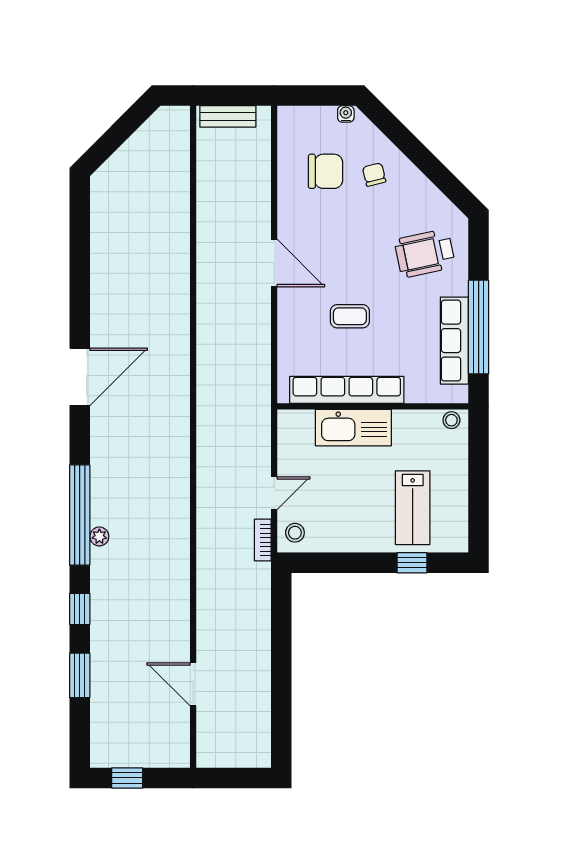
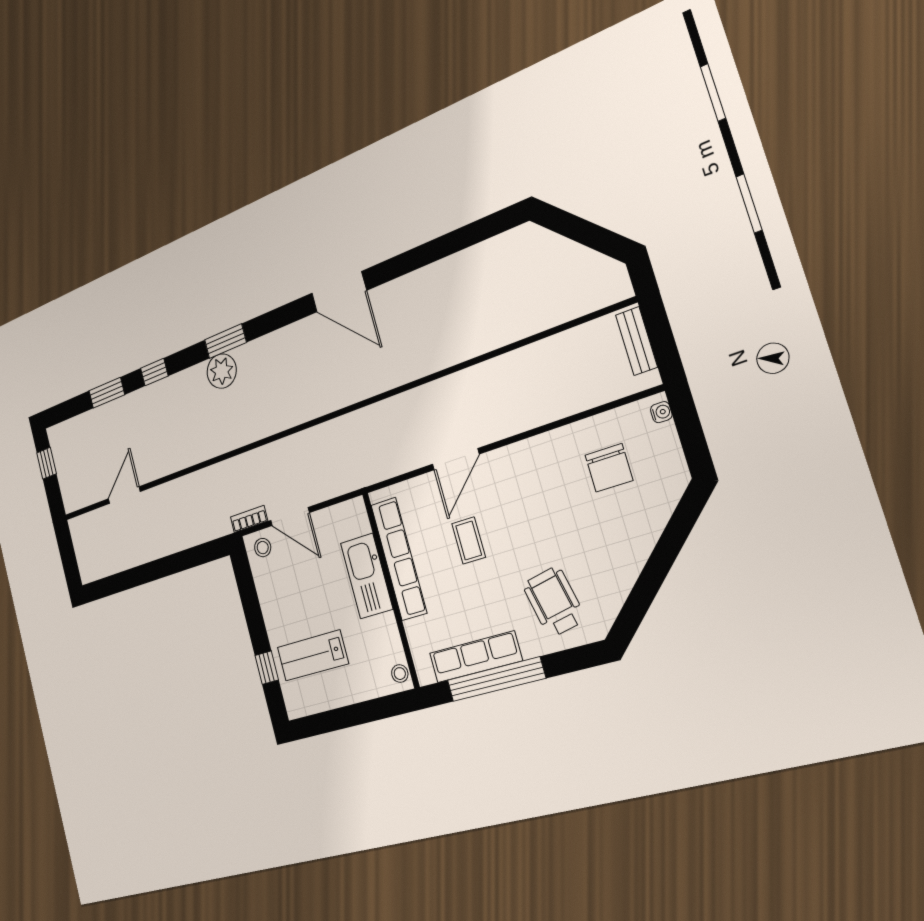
water cooler: (346, 114) -> (661, 412), moved
chair: (374, 175) -> (621, 522), removed
door: (274, 263) -> (456, 459), moved
door: (274, 493) -> (290, 517), width x1.37
window: (80, 515) -> (225, 341), width x0.47
plant: (99, 536) -> (222, 371), width x1.88, depth x1.88

